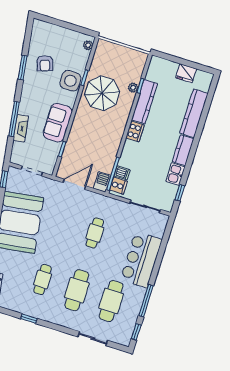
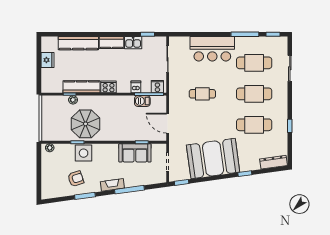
sofa: (58, 123) -> (135, 153), moved
fireplace: (21, 128) -> (112, 185), moved
dishwasher: (122, 173) -> (136, 87), moved
barbecue: (102, 182) -> (142, 101), moved
cafe table: (43, 279) -> (254, 125), width x1.37, depth x1.35

